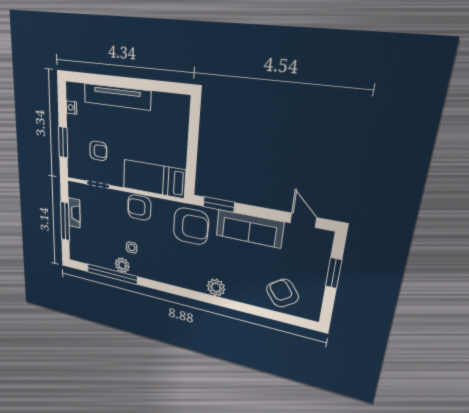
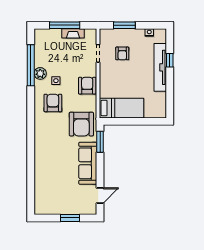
window: (108, 81) -> (170, 60), added
bed: (154, 179) -> (122, 108), moved, turned 90
plant: (216, 287) -> (41, 145), removed
armchair: (282, 293) -> (53, 103), moved, turned -54

